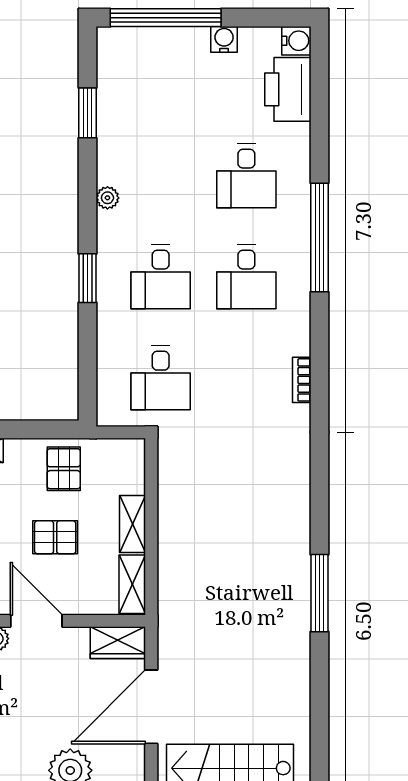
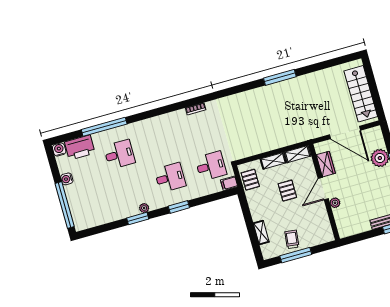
window: (87, 113) -> (138, 219), moved
window: (320, 238) -> (104, 127), moved
desk: (246, 277) -> (160, 143), removed
filing cabinet: (110, 409) -> (229, 183), added
pallet: (64, 469) -> (250, 180), moved, turned 90
wardrobe: (118, 643) -> (326, 164), moved

